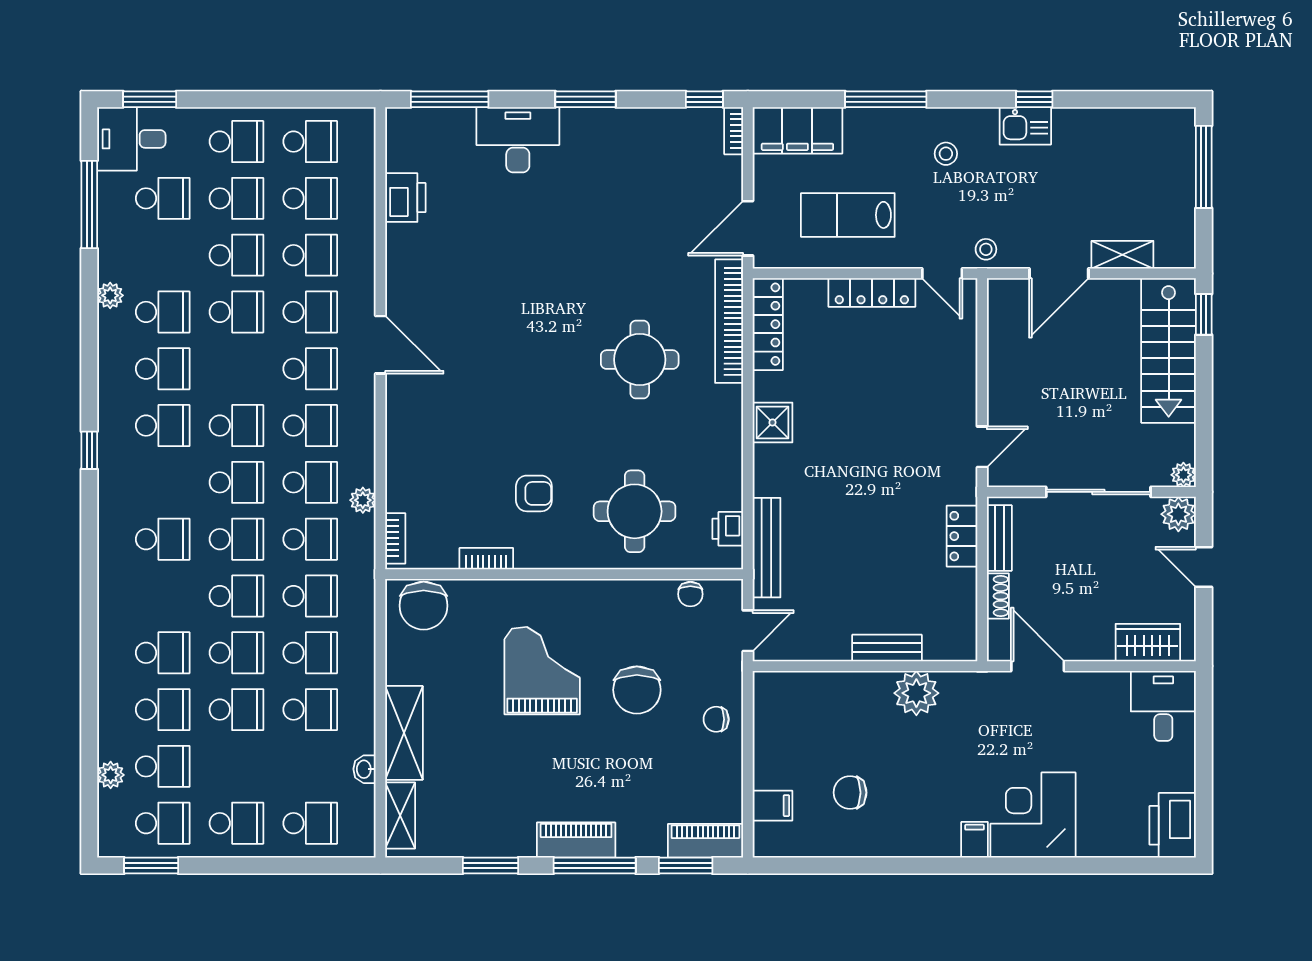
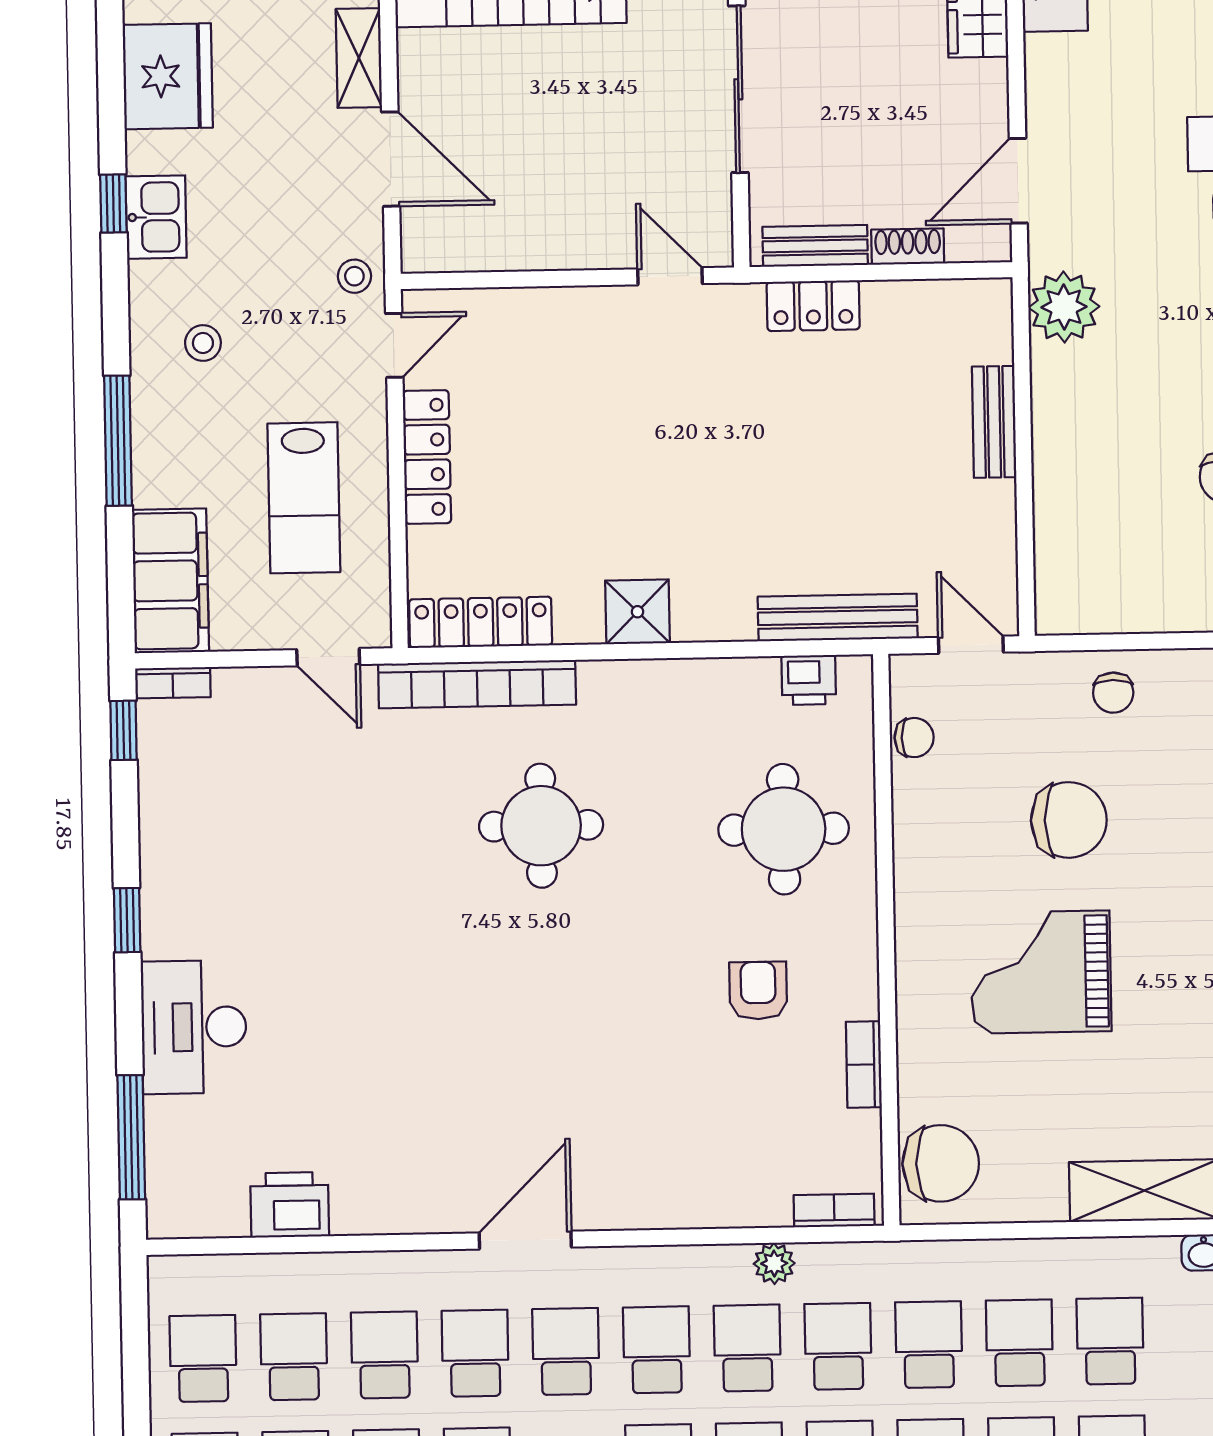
window: (586, 99) -> (127, 920), width x0.67
fridge: (1113, 135) -> (168, 76), added
door: (748, 228) -> (328, 657), width x0.73
plant: (916, 693) -> (1064, 307), moved

